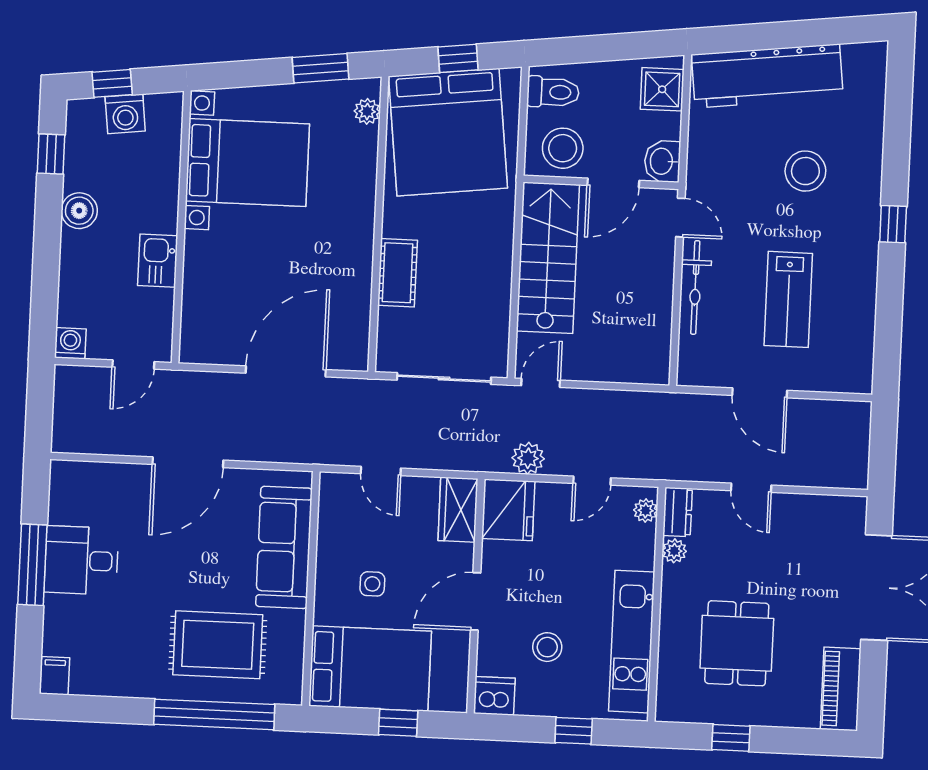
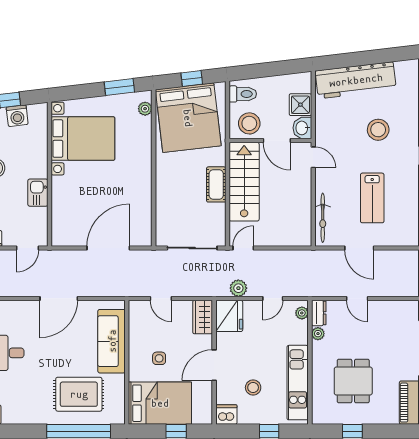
shower: (662, 89) -> (300, 105), moved
door: (613, 183) -> (277, 141), hinge flipped
cot: (398, 273) -> (216, 184), moved
bicycle: (695, 287) -> (323, 218), moved

